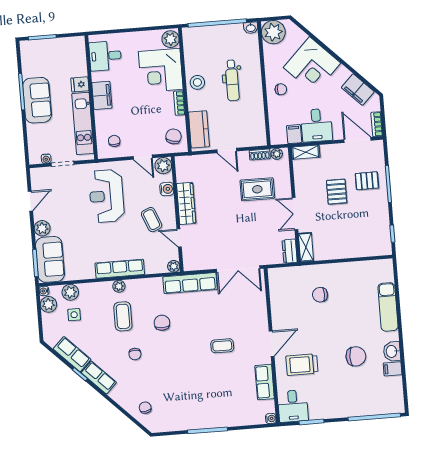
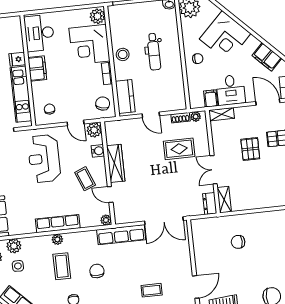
desk: (105, 56) -> (39, 33), width x1.37

